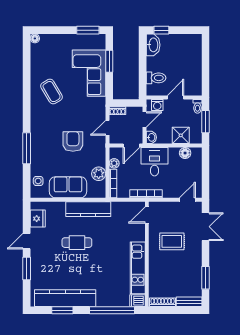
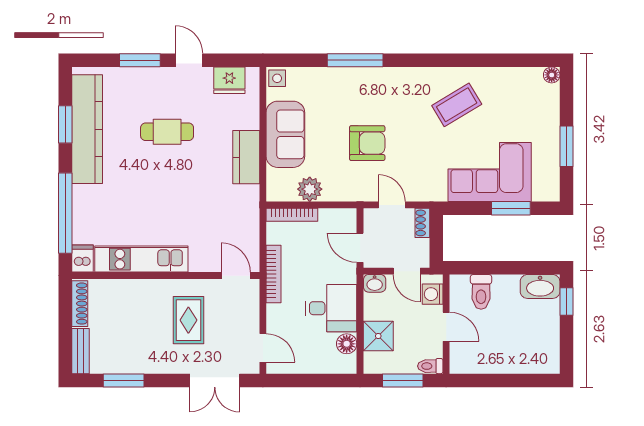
window: (88, 30) -> (566, 146), moved
desk: (154, 162) -> (331, 308), moved
plant: (114, 163) -> (328, 217), removed
side table: (38, 181) -> (277, 78), moved
kitchen counter: (88, 209) -> (246, 157), width x0.67
cafe table: (77, 243) -> (167, 132), moved, turned 90

